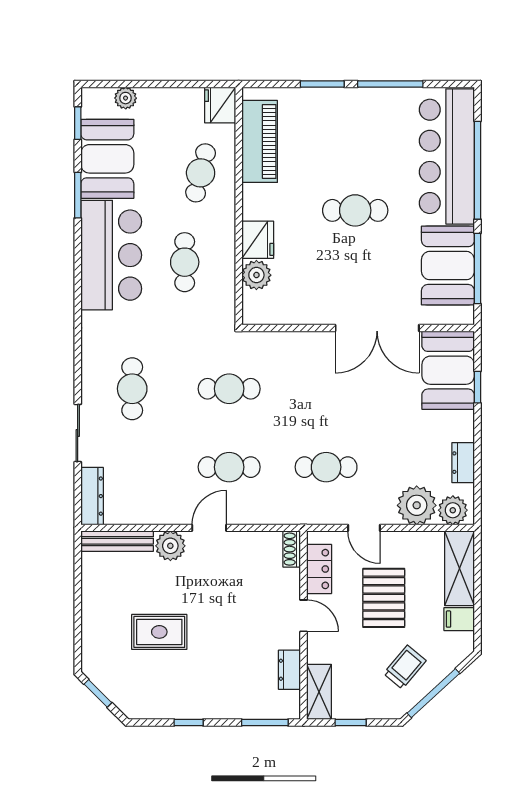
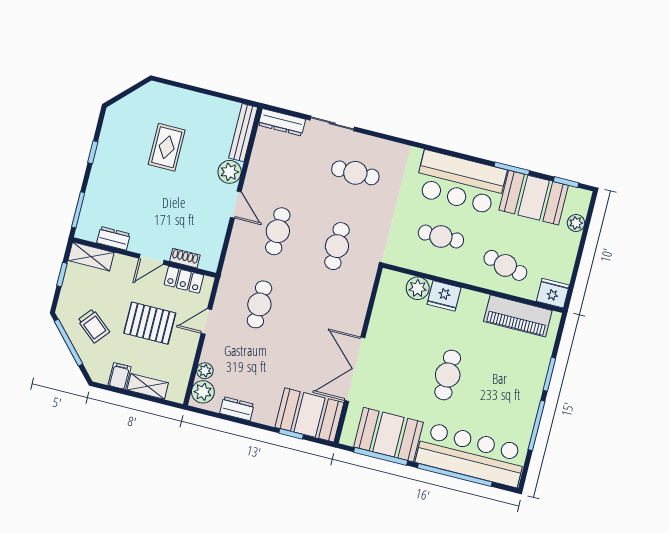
plant: (417, 505) -> (205, 371), width x0.53, depth x0.53
shoe rack: (292, 549) -> (185, 258), moved
shelving: (460, 568) -> (148, 386), width x0.67, depth x0.75
window: (98, 693) -> (132, 89), removed

